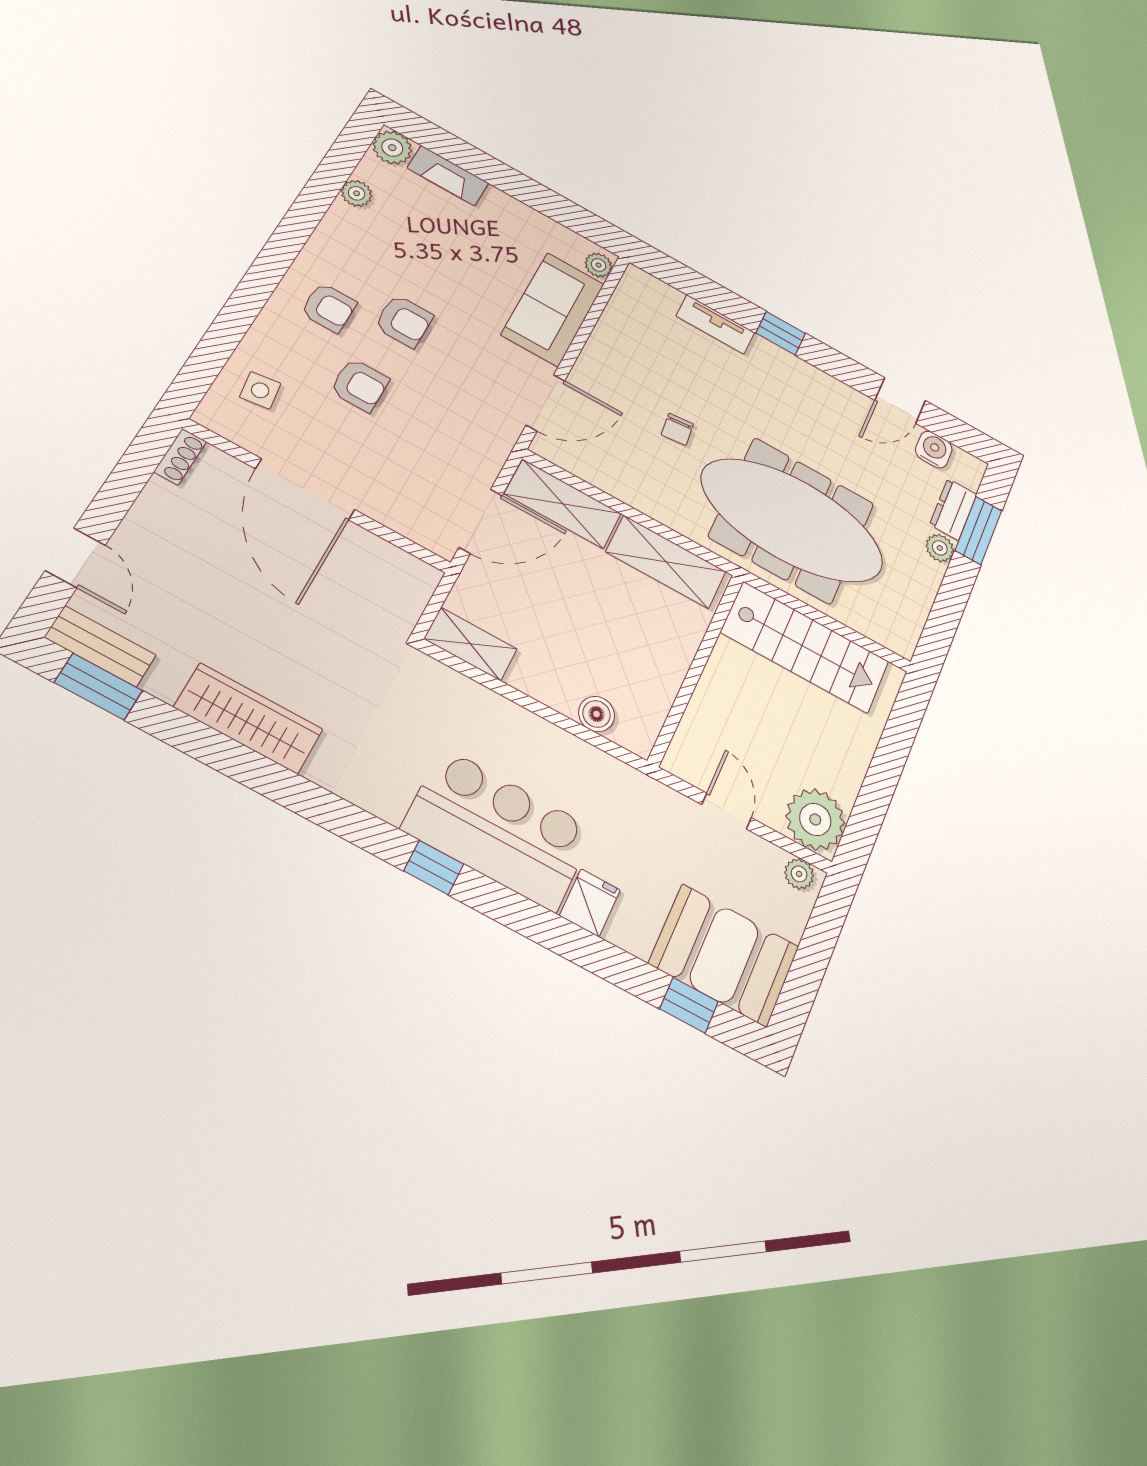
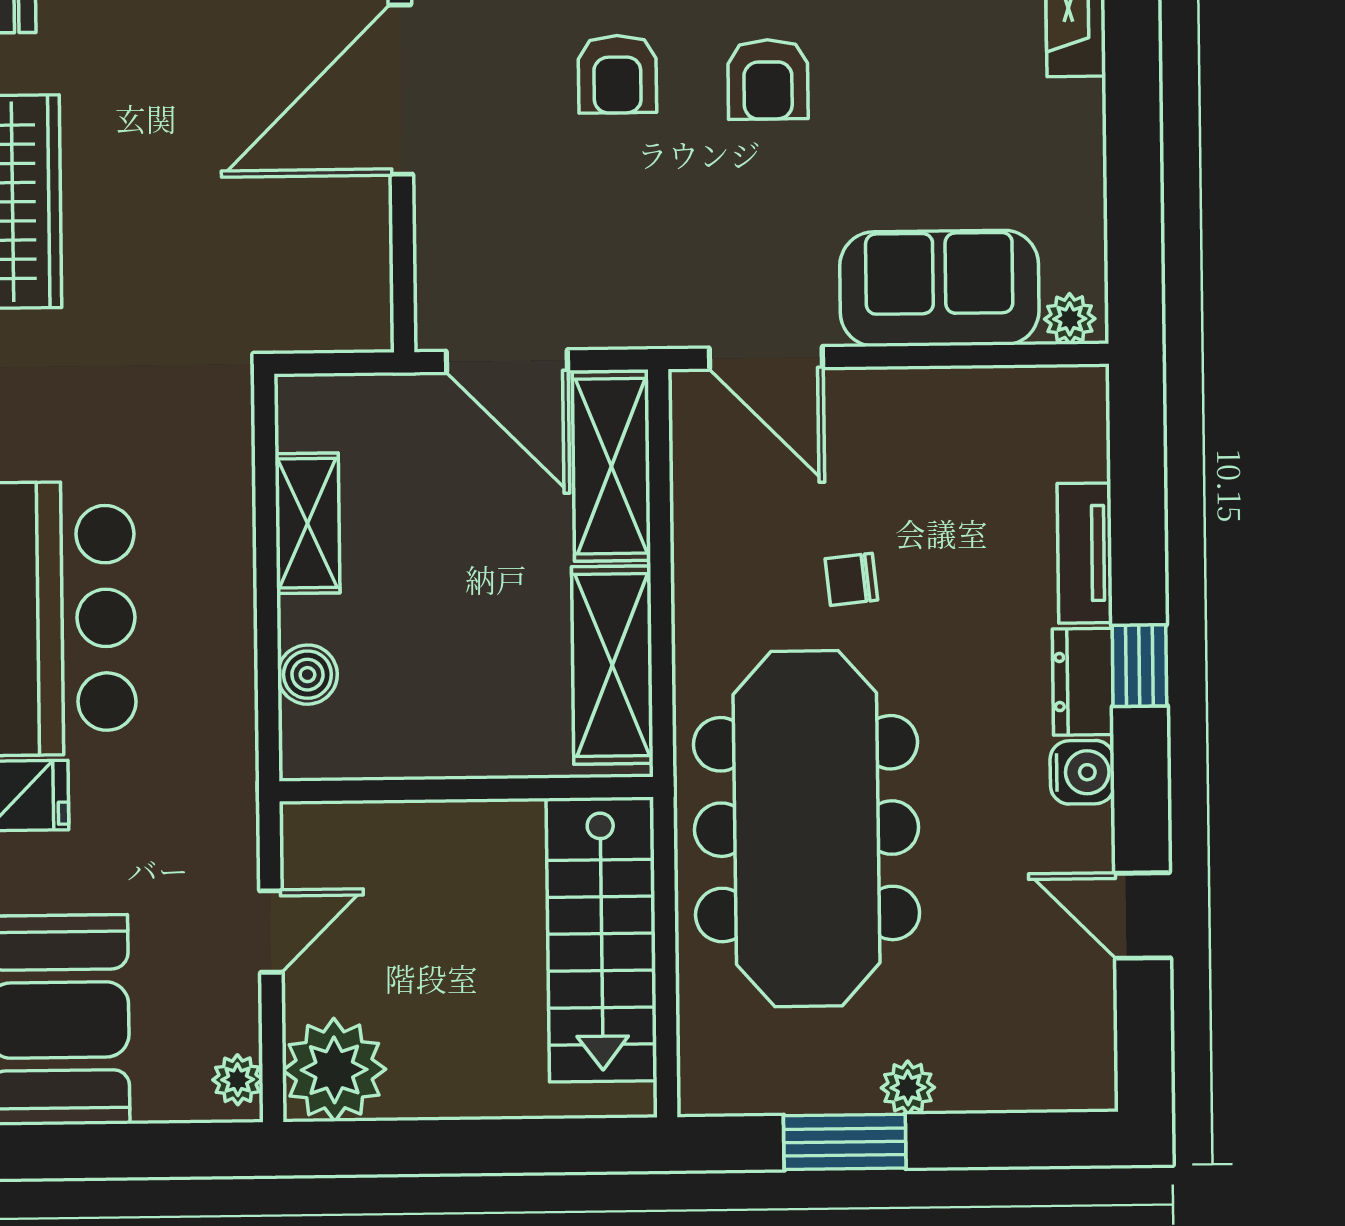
water cooler: (934, 450) -> (1082, 772), moved
dresser: (953, 509) -> (1083, 682), moved, turned -90
window: (978, 531) -> (845, 1142), moved
shelving: (471, 644) -> (307, 523), moved

